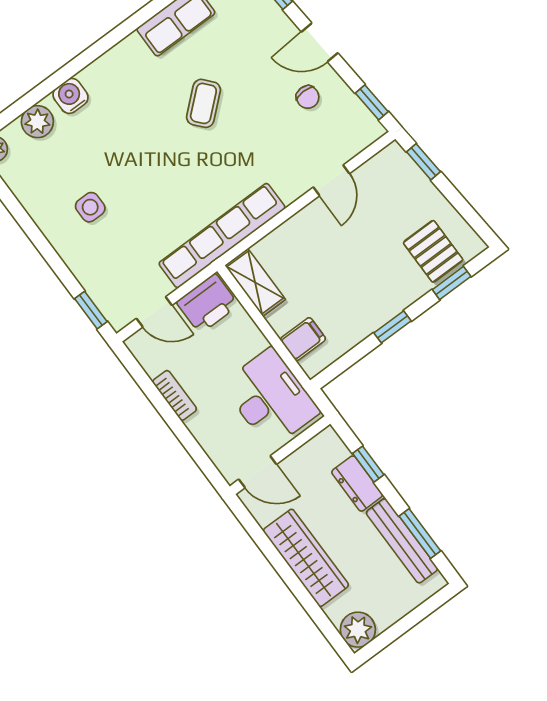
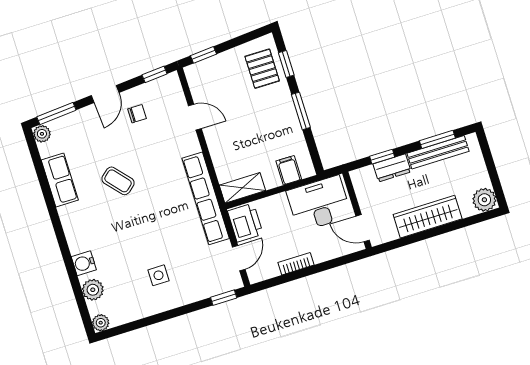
pallet: (433, 251) -> (262, 69), turned 90
window: (393, 327) -> (301, 111), width x1.50
door: (258, 472) -> (363, 228), swing flipped

